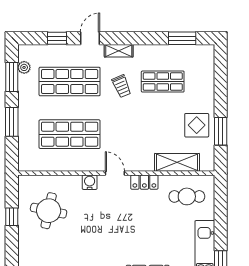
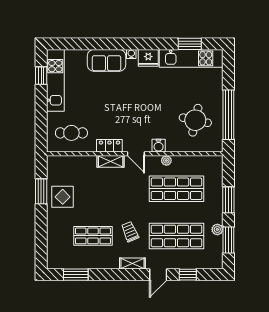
plant: (24, 67) -> (217, 229), moved
shelving: (177, 162) -> (111, 161), moved, width x0.67, depth x0.75
plant: (81, 166) -> (166, 161), added
window: (12, 217) -> (228, 115), width x3.17

